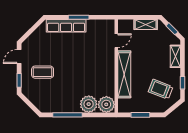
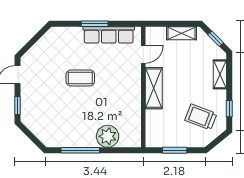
row of seats: (66, 26) -> (109, 35), moved
coffee table: (43, 72) -> (80, 78), moved
shelving: (124, 74) -> (154, 88), width x0.68
plant: (106, 104) -> (130, 137), removed

